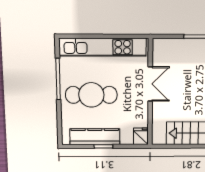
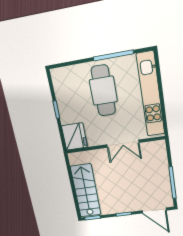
fridge: (141, 136) -> (75, 136), width x1.88, depth x1.34
kitchen counter: (95, 137) -> (64, 100), removed

